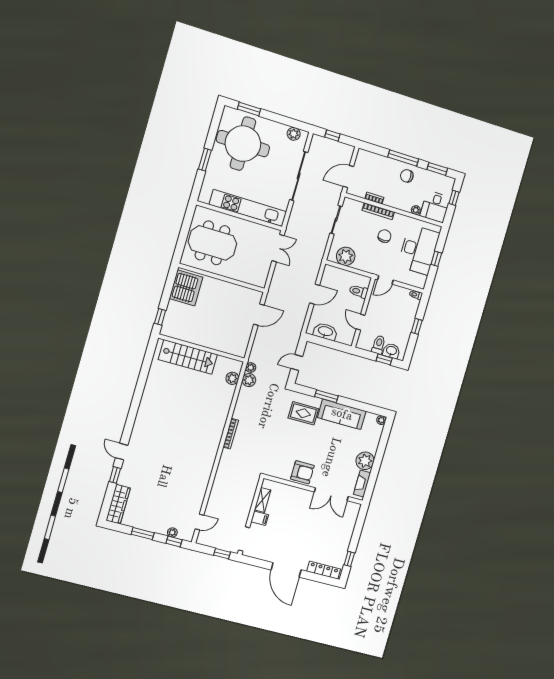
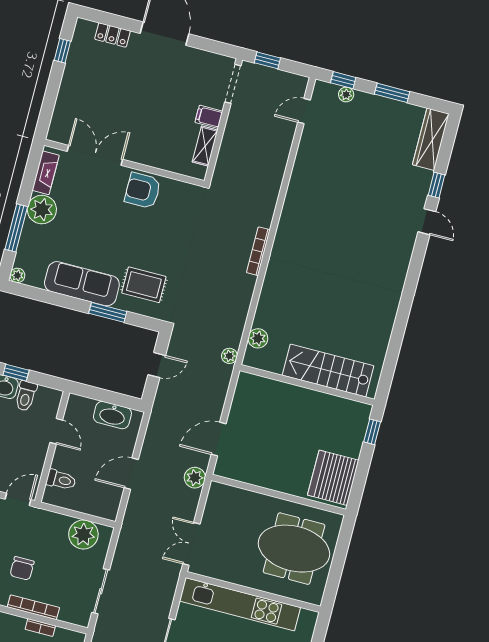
plant: (249, 380) -> (195, 478), moved
window: (381, 449) -> (16, 228), added
locker: (324, 570) -> (112, 35), width x0.66

